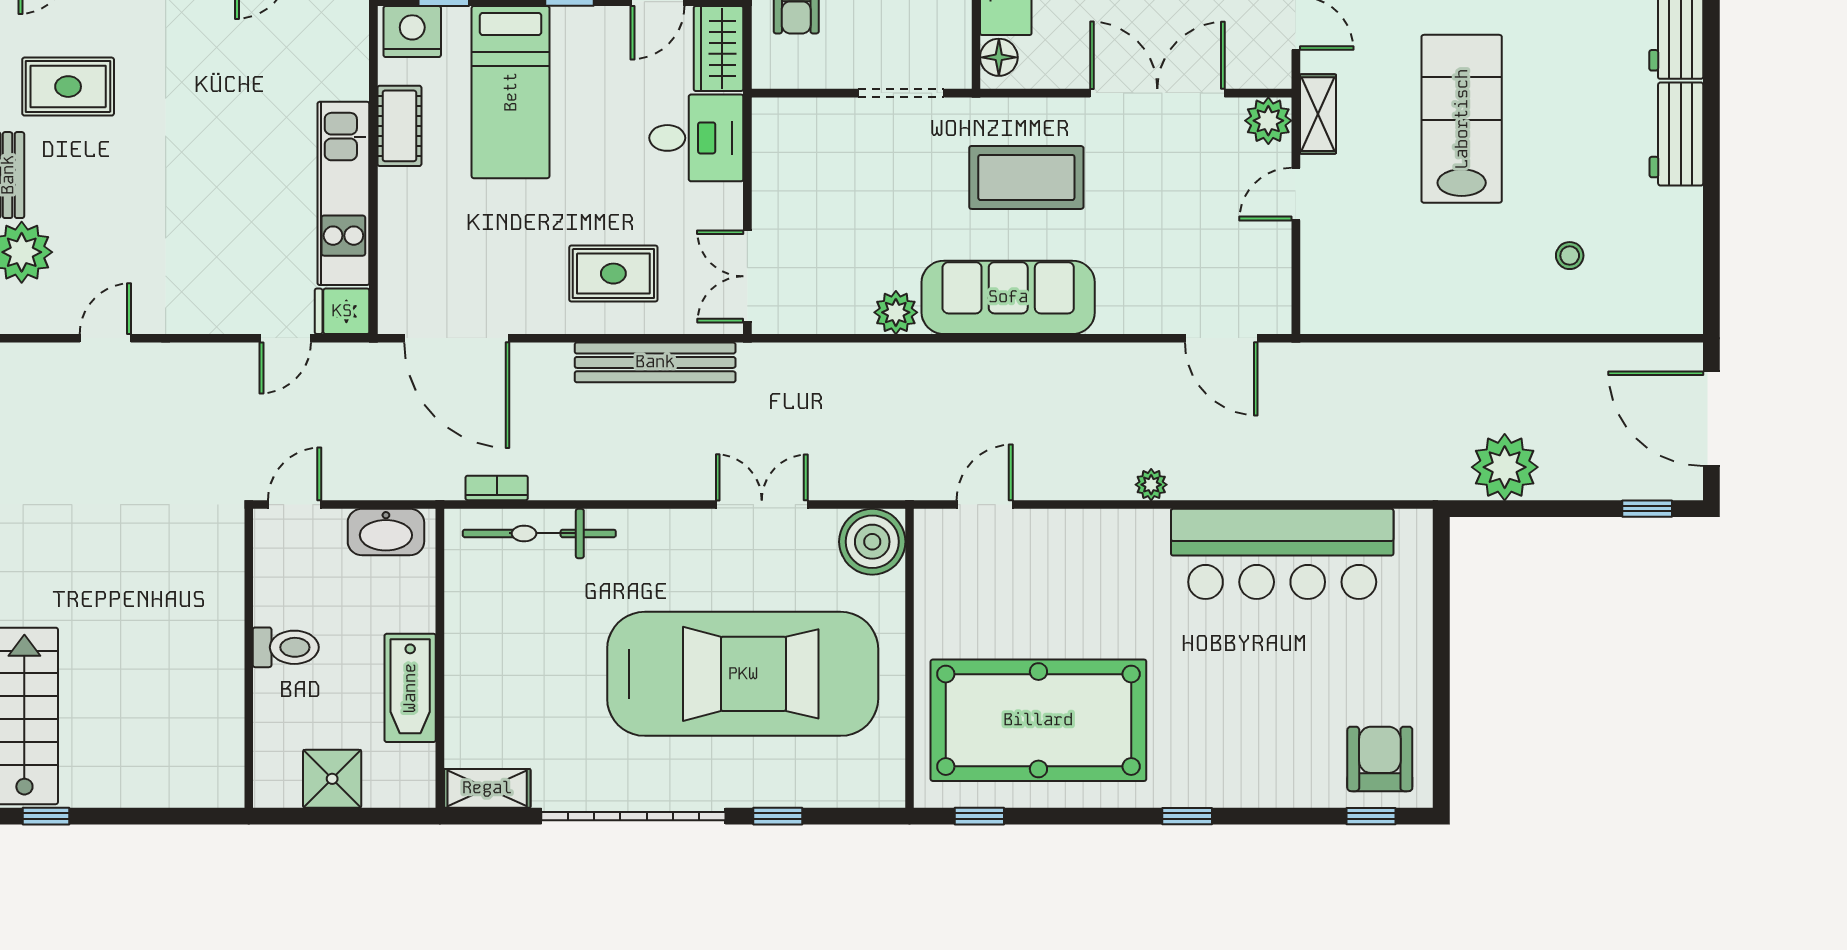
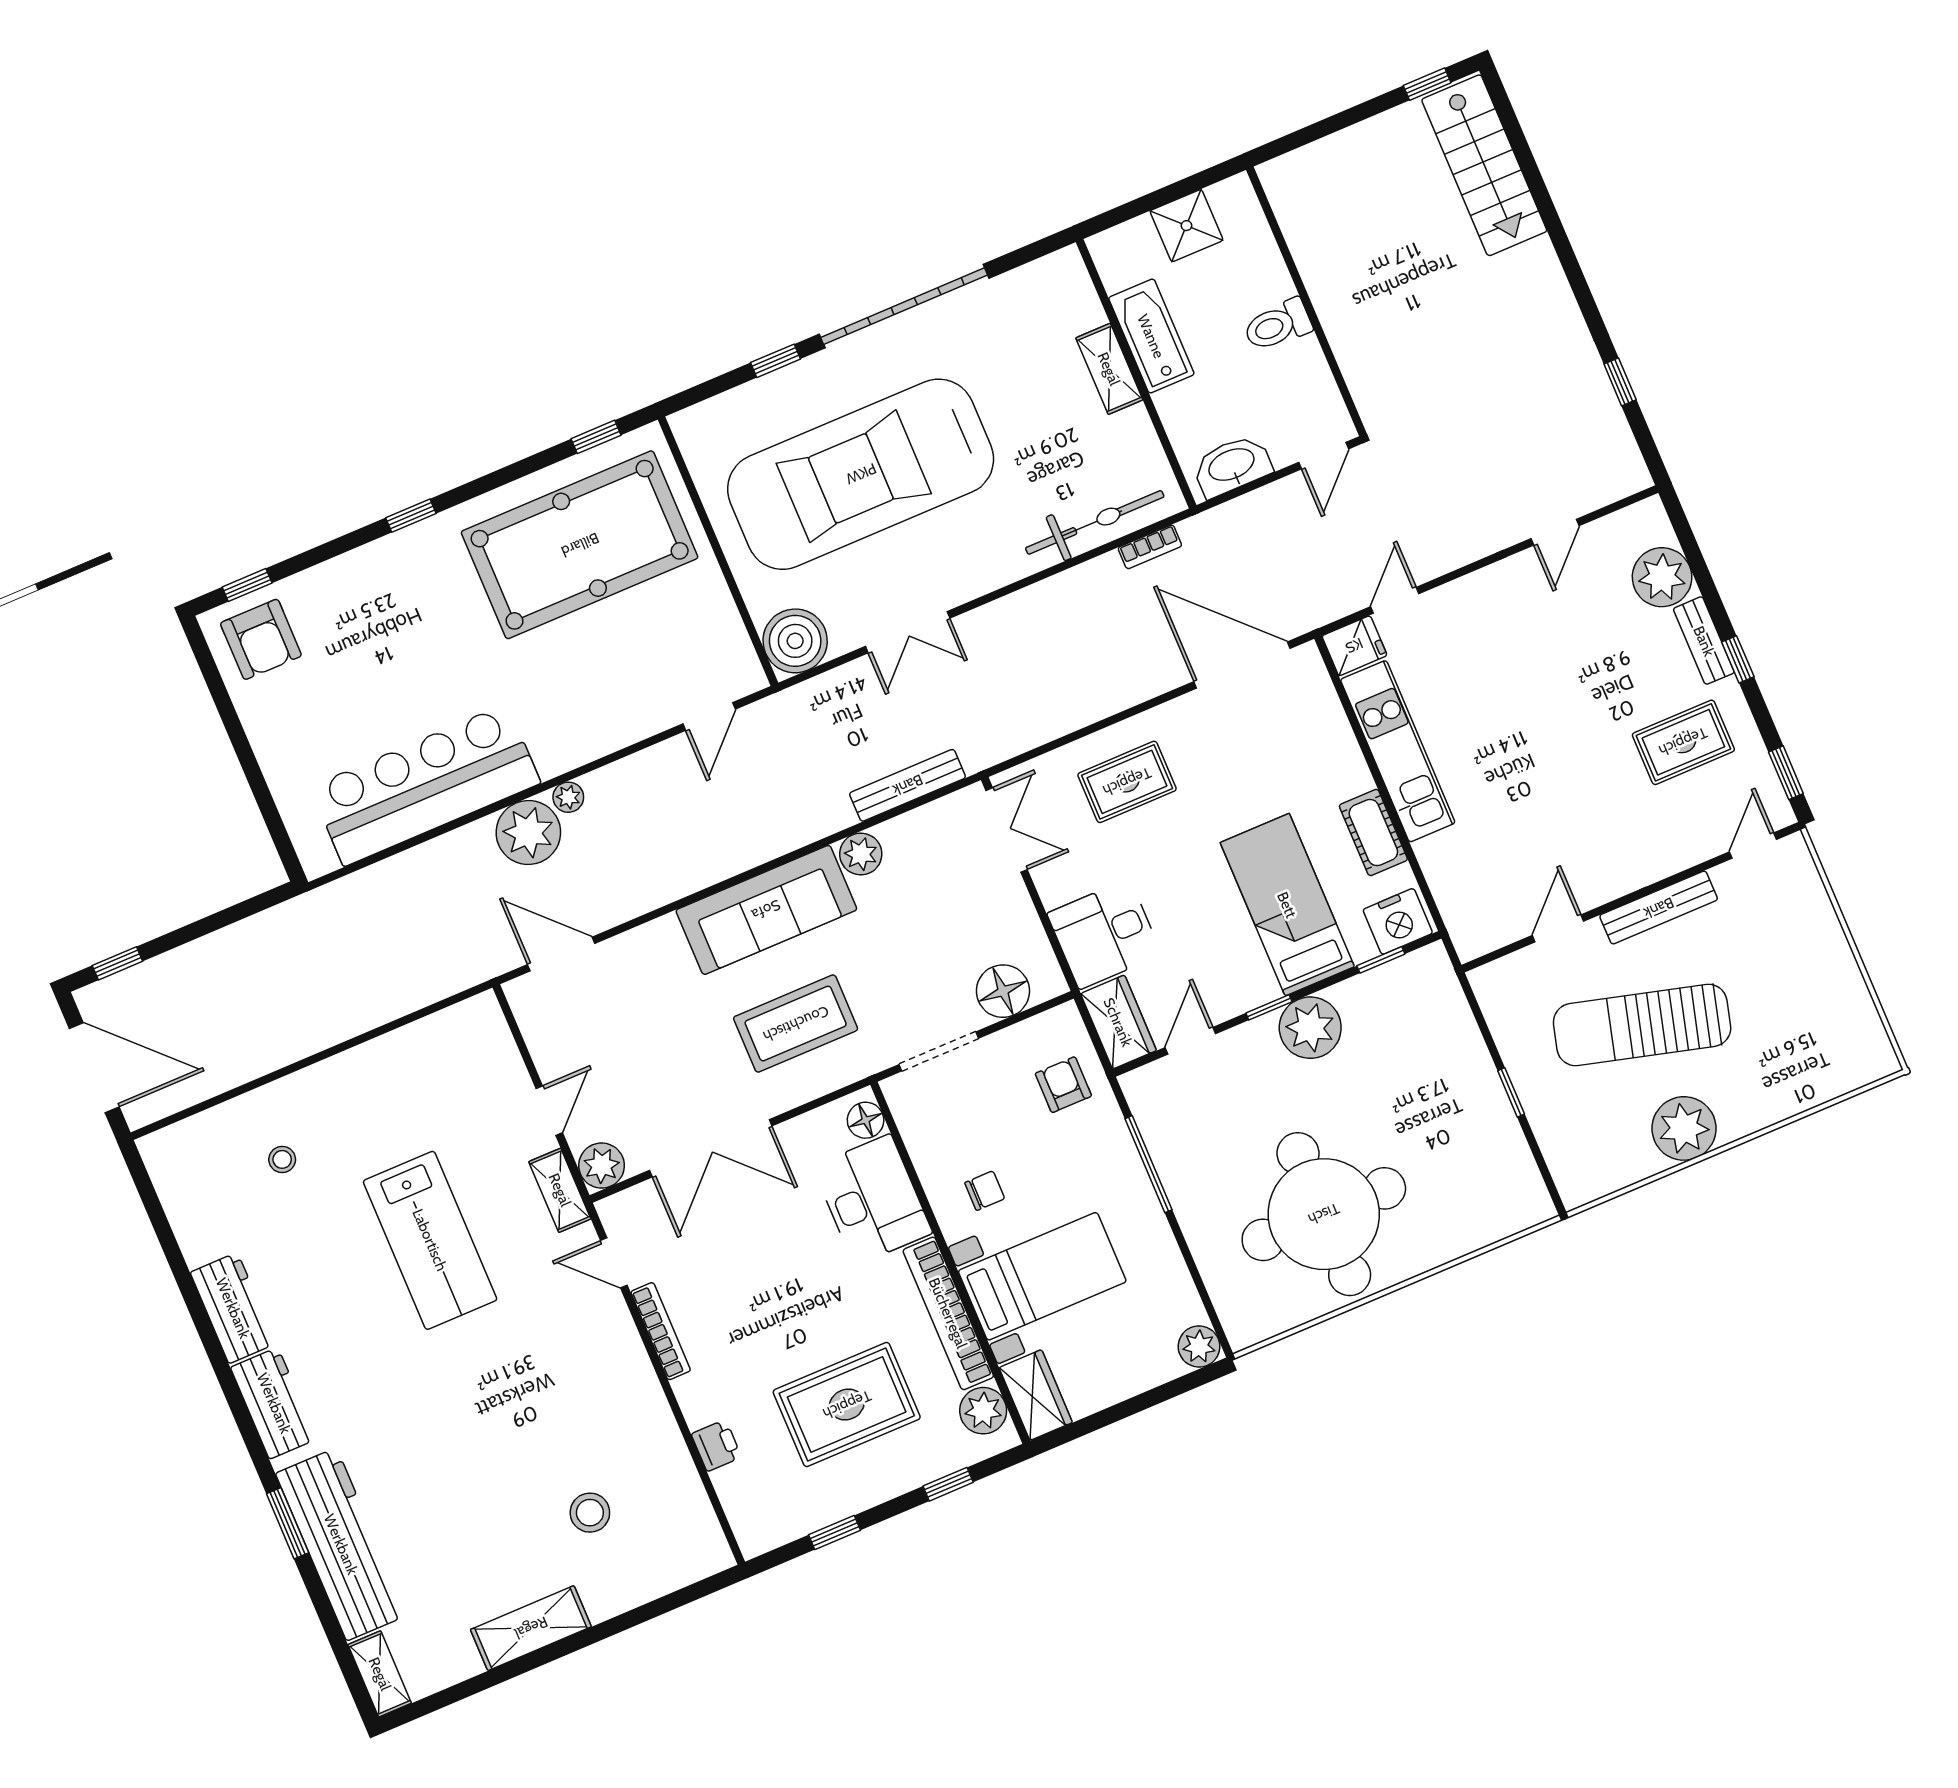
floor lamp: (816, 125) -> (1003, 991), added
bench: (655, 362) -> (908, 785), moved, width x0.73, depth x0.82
plant: (1505, 467) -> (528, 832), moved
shelving: (487, 788) -> (1109, 369), moved, turned 90

